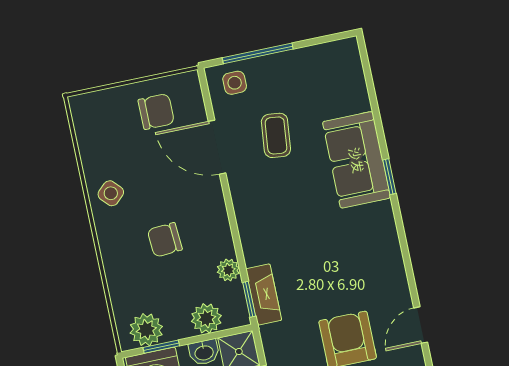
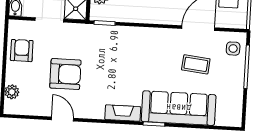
sofa: (357, 160) -> (179, 108), width x1.36
plant: (228, 270) -> (125, 15), removed
fireplace: (264, 294) -> (123, 113), moved, turned 180

